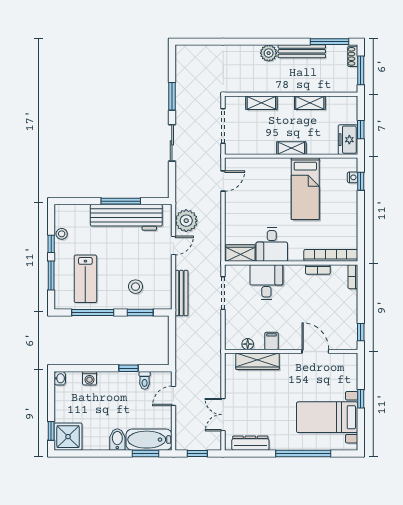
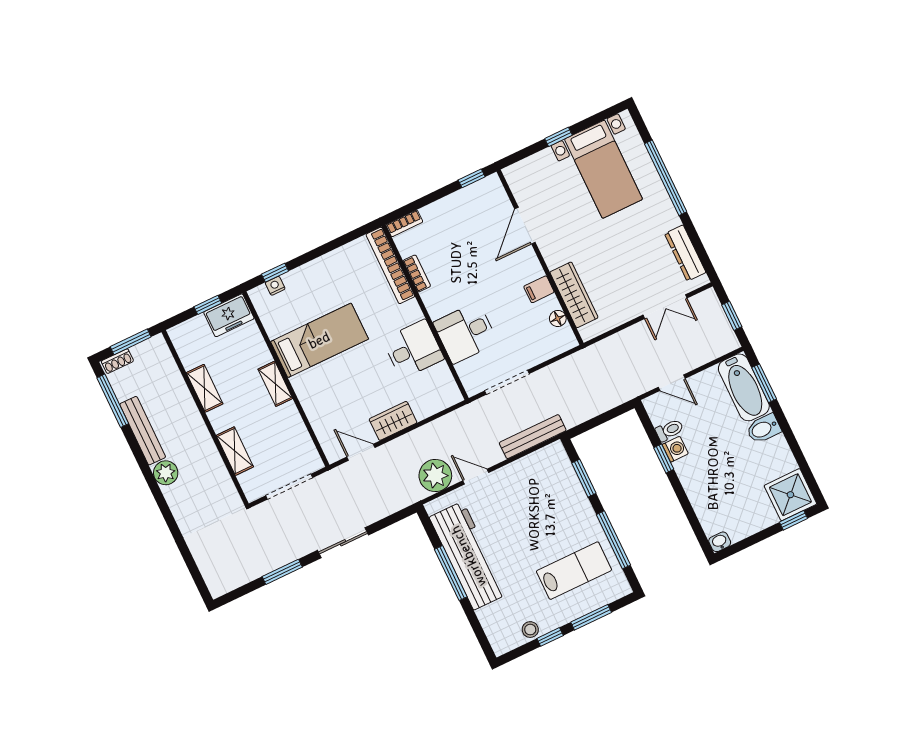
wardrobe: (240, 253) -> (393, 421), moved, turned 90
stool: (136, 287) -> (553, 500), removed
washing machine: (90, 378) -> (675, 449), moved

